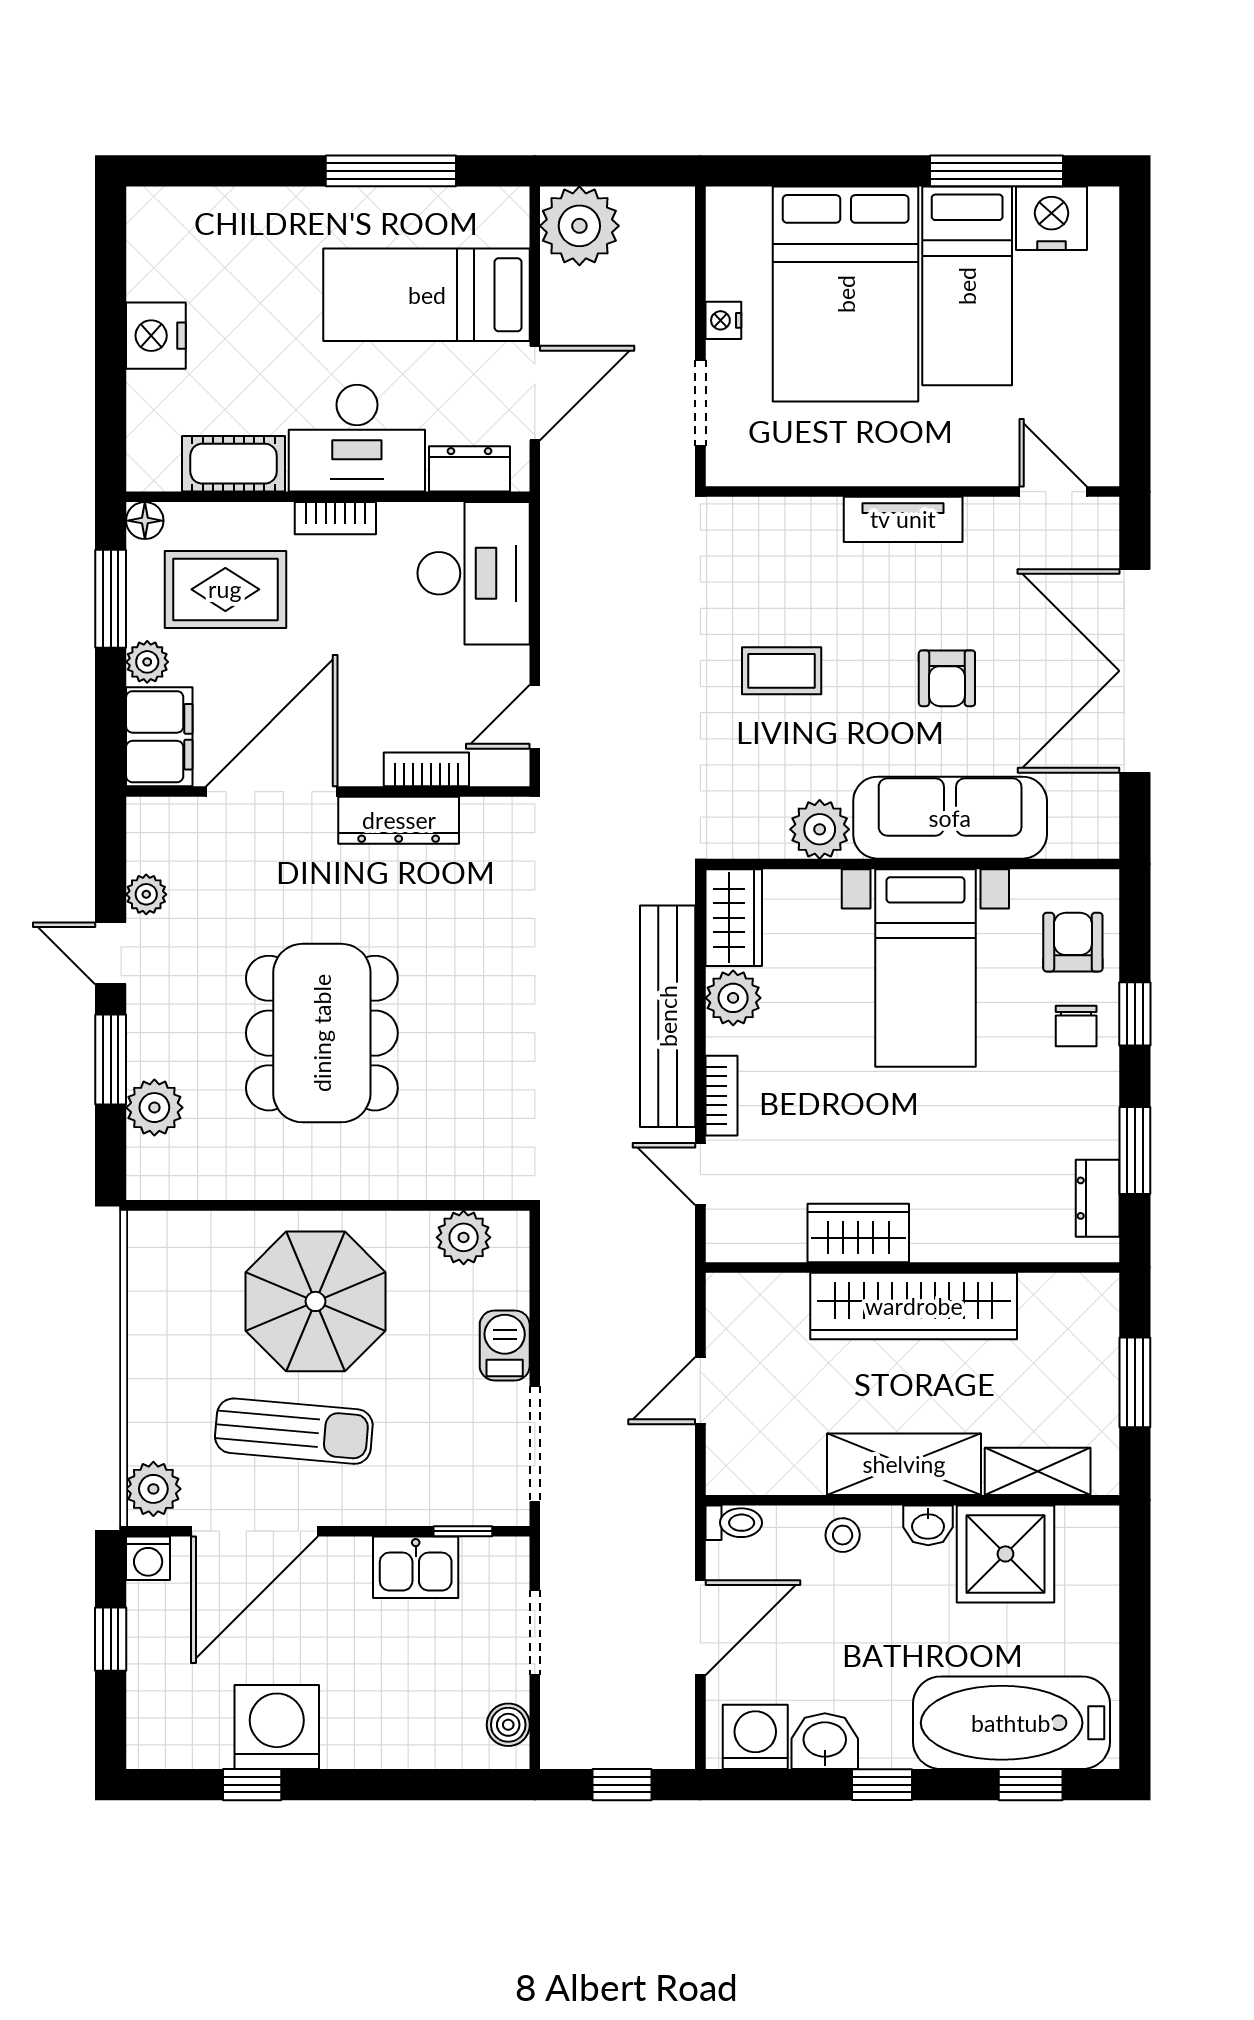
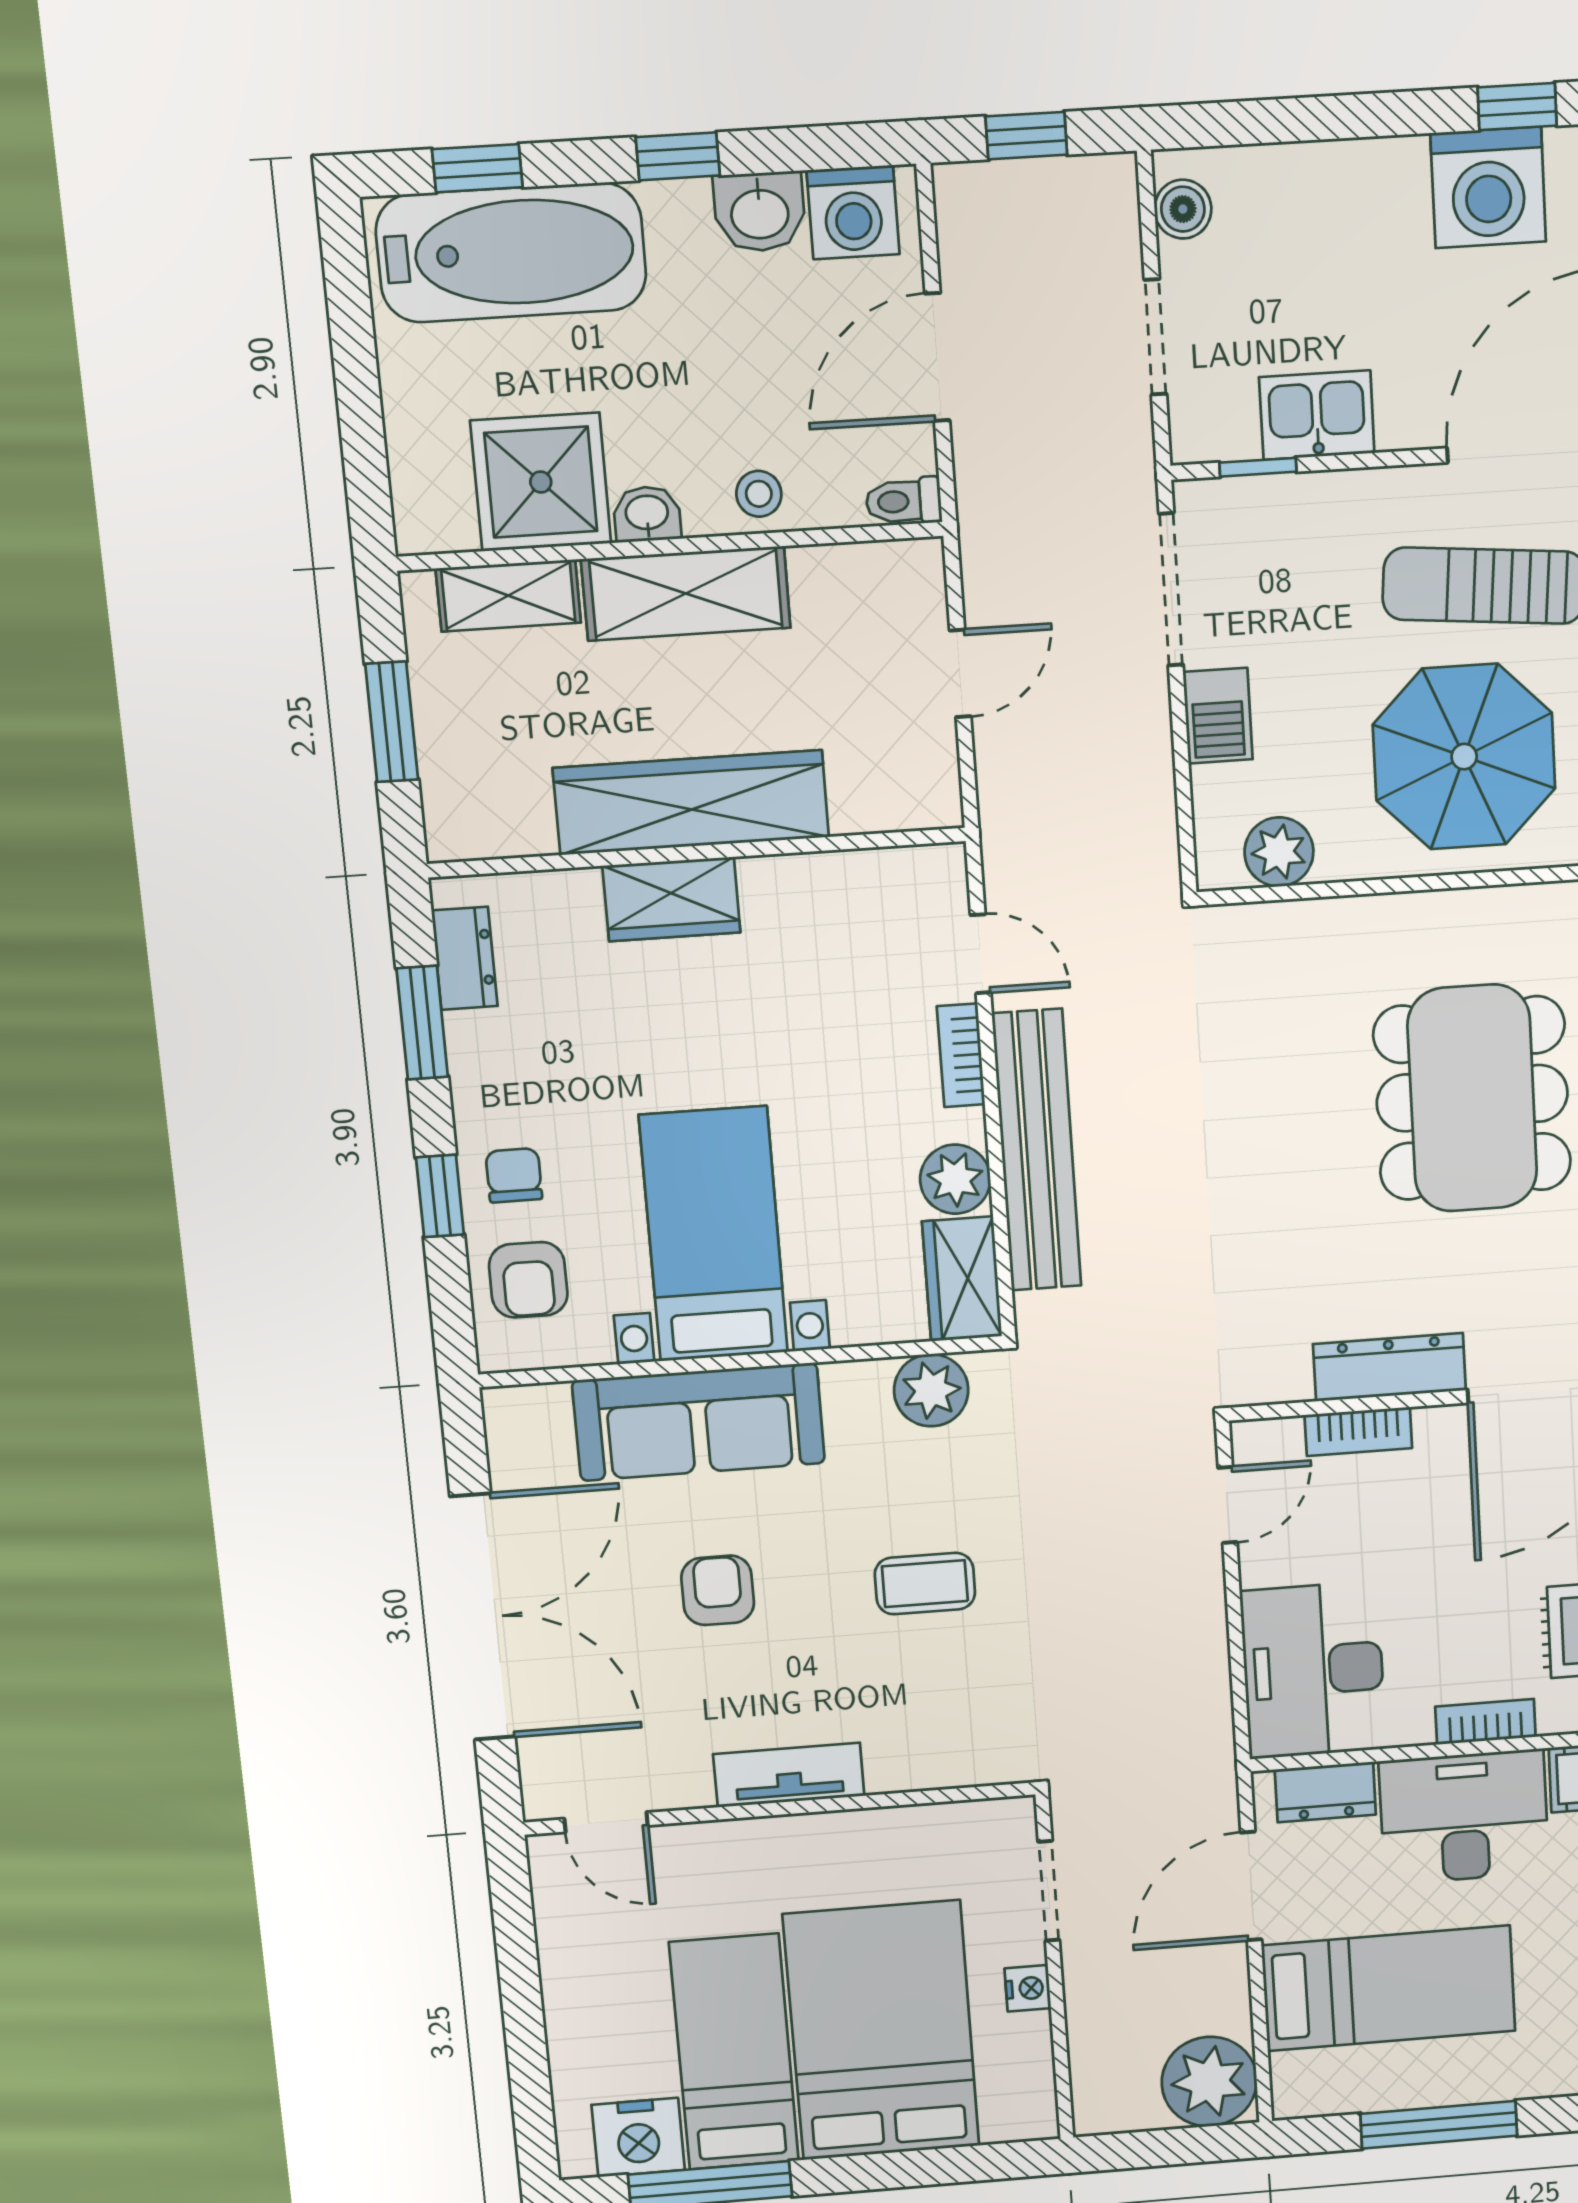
plant: (820, 829) -> (931, 1390), moved
wardrobe: (858, 1233) -> (671, 899), moved

